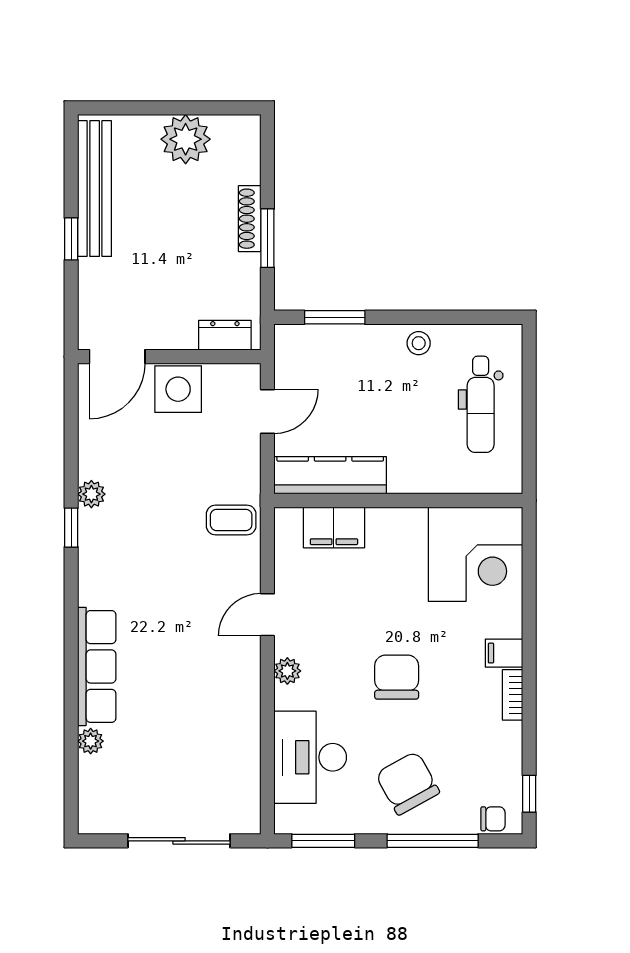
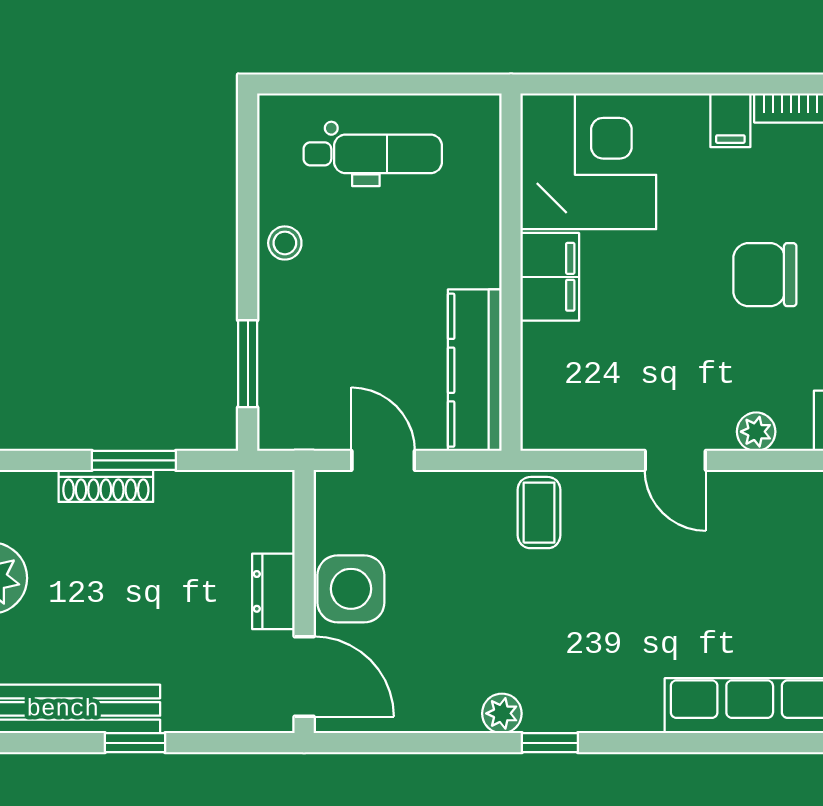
dresser: (225, 335) -> (273, 591), moved
filing cabinet: (334, 527) -> (550, 277), moved

